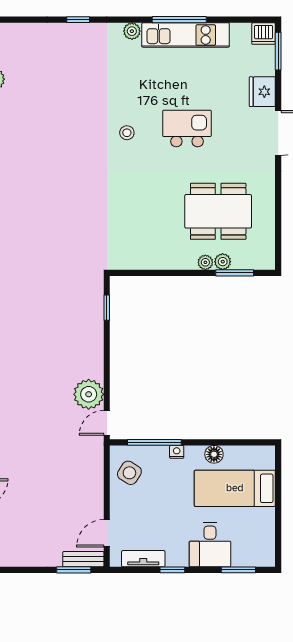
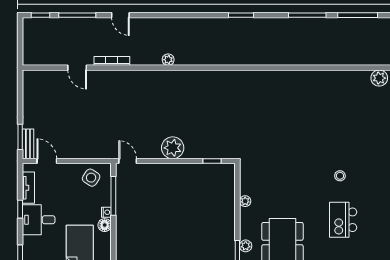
kitchen island: (187, 129) -> (343, 220), turned 180
plant: (205, 262) -> (245, 201), moved
plant: (89, 394) -> (173, 148), moved
floor lamp: (214, 454) -> (105, 225), moved
desk: (210, 545) -> (39, 220), moved

